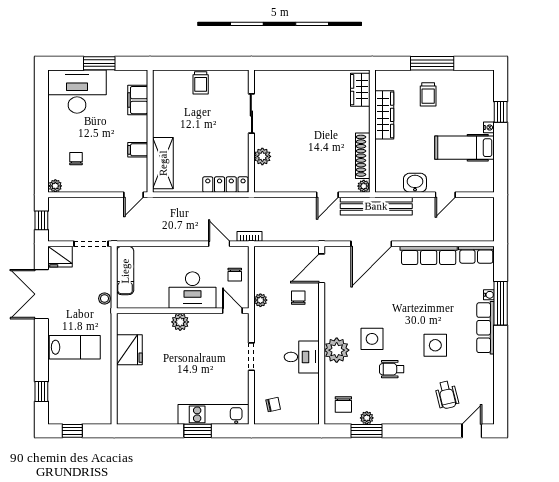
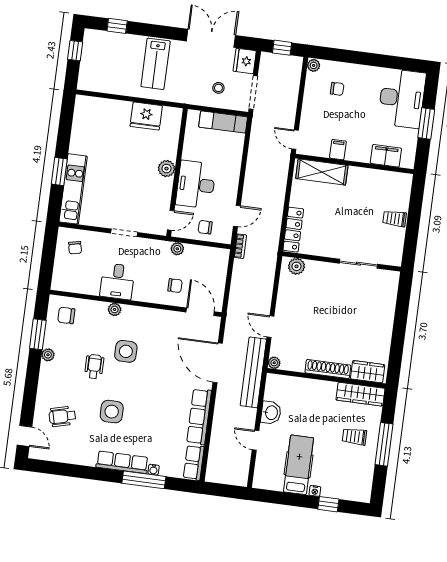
wardrobe: (384, 115) -> (360, 394), moved
plant: (262, 156) -> (297, 266), moved
shoe rack: (363, 156) -> (328, 369), moved
stool: (104, 299) -> (218, 88), moved
plant: (337, 350) -> (115, 309), width x0.53, depth x0.53
plant: (367, 418) -> (48, 355), moved

